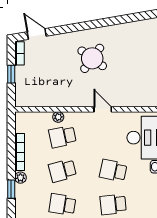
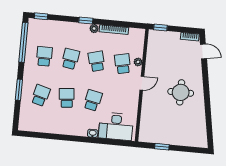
door: (37, 34) -> (203, 51), hinge flipped
round table: (92, 58) -> (181, 92), turned -36
window: (11, 74) -> (160, 28), moved
door: (103, 109) -> (142, 83), moved

